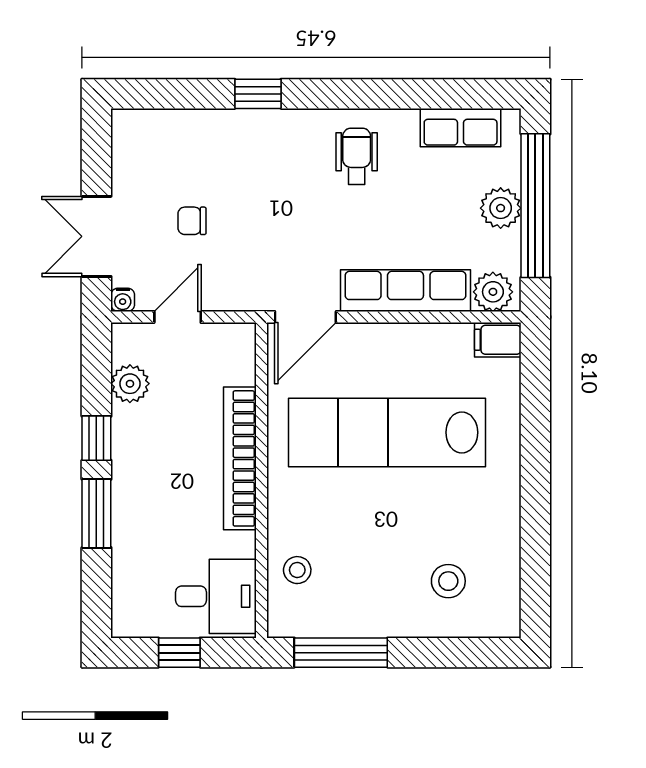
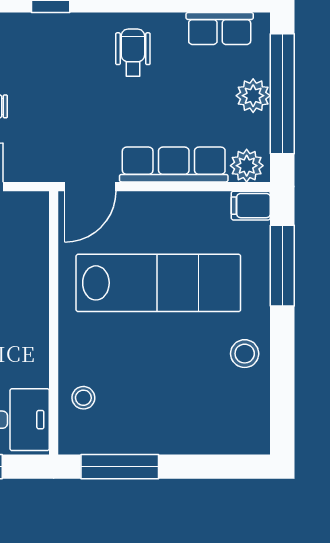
window: (535, 412) -> (282, 266), added
lab bench: (387, 432) -> (158, 283), turned 180
bookcase: (240, 458) -> (36, 305), removed
stool: (448, 581) -> (245, 354), moved

